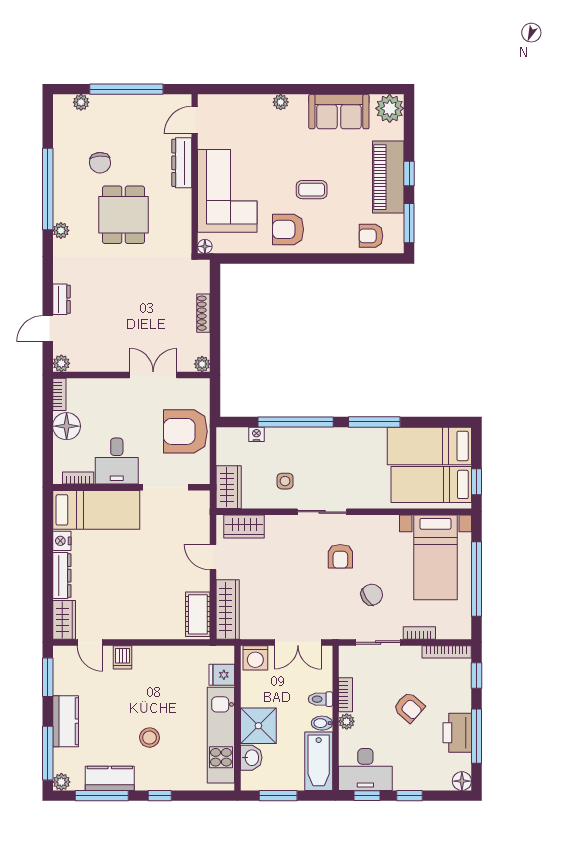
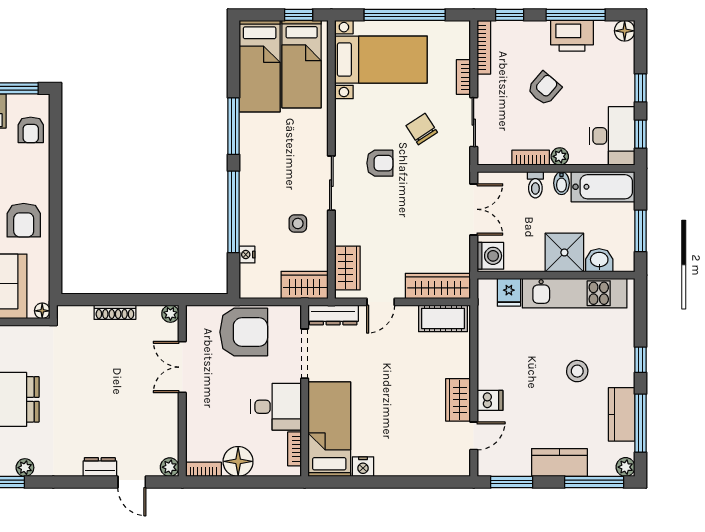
armchair: (185, 431) -> (244, 332), turned -90
dresser: (62, 576) -> (333, 315), moved, turned 180
wardrobe: (64, 620) -> (458, 400), moved, turned -90

